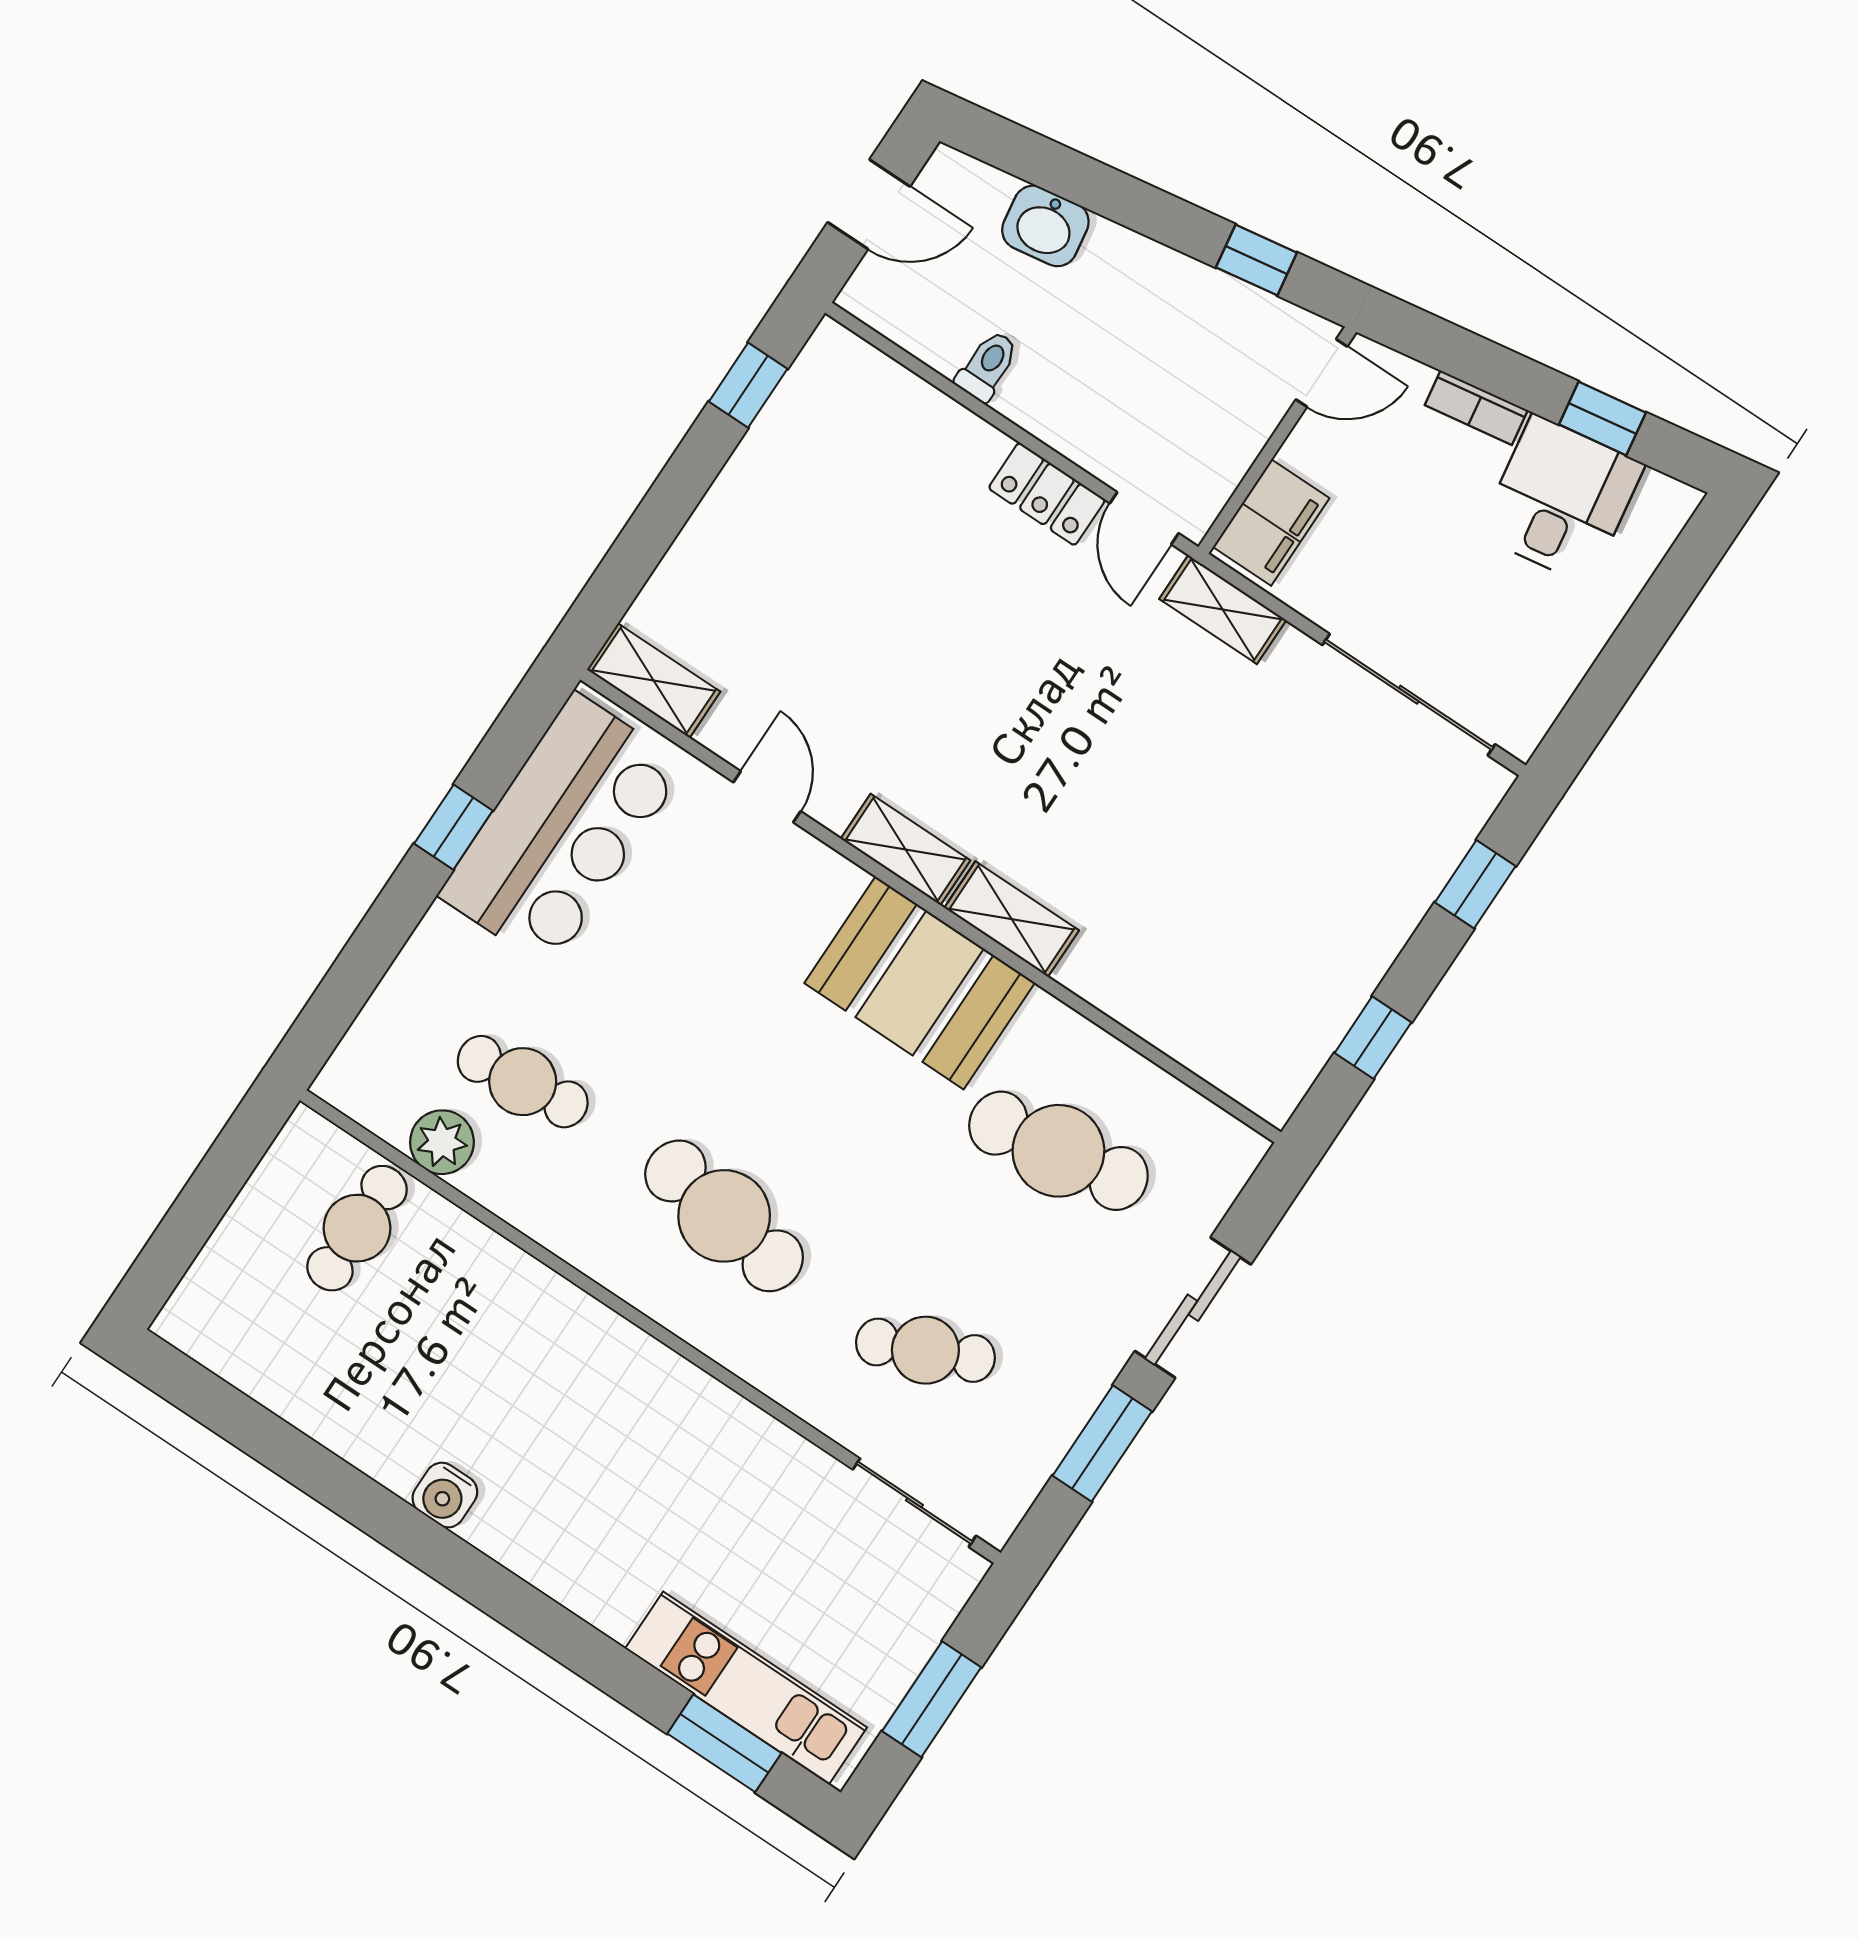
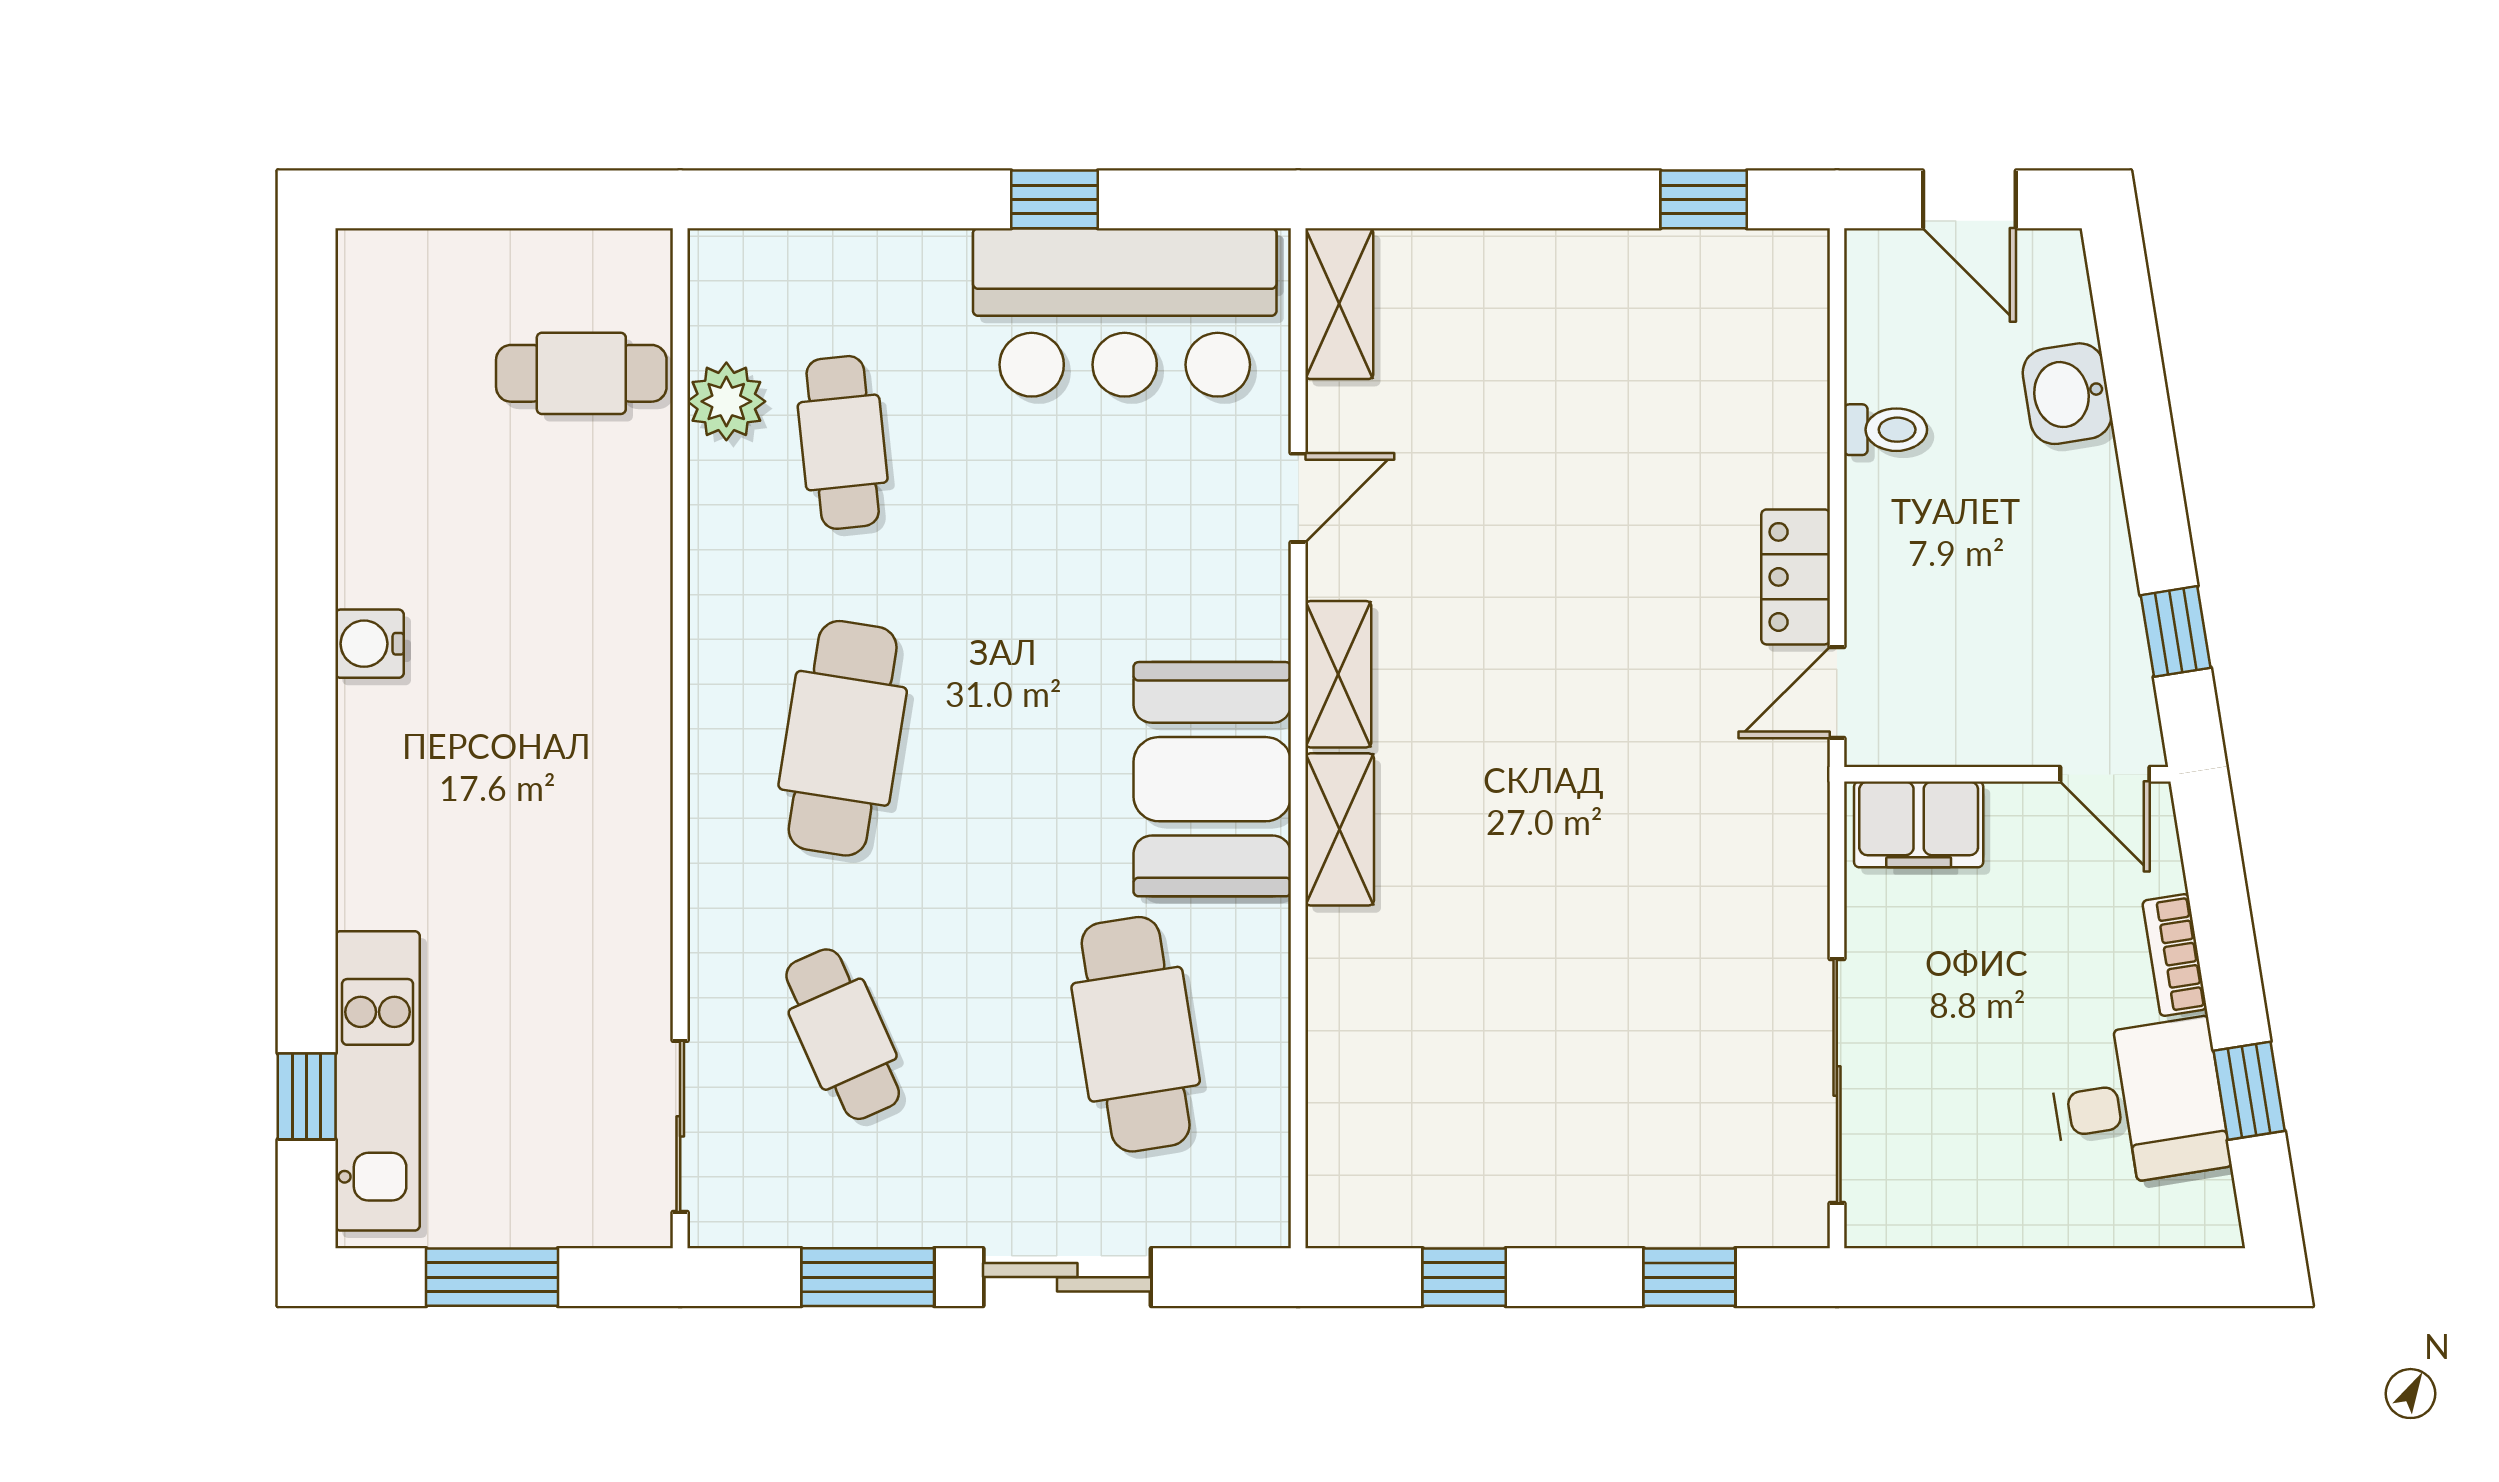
shelving: (1223, 610) -> (1797, 834), removed
window: (724, 1743) -> (307, 1096), width x0.67

